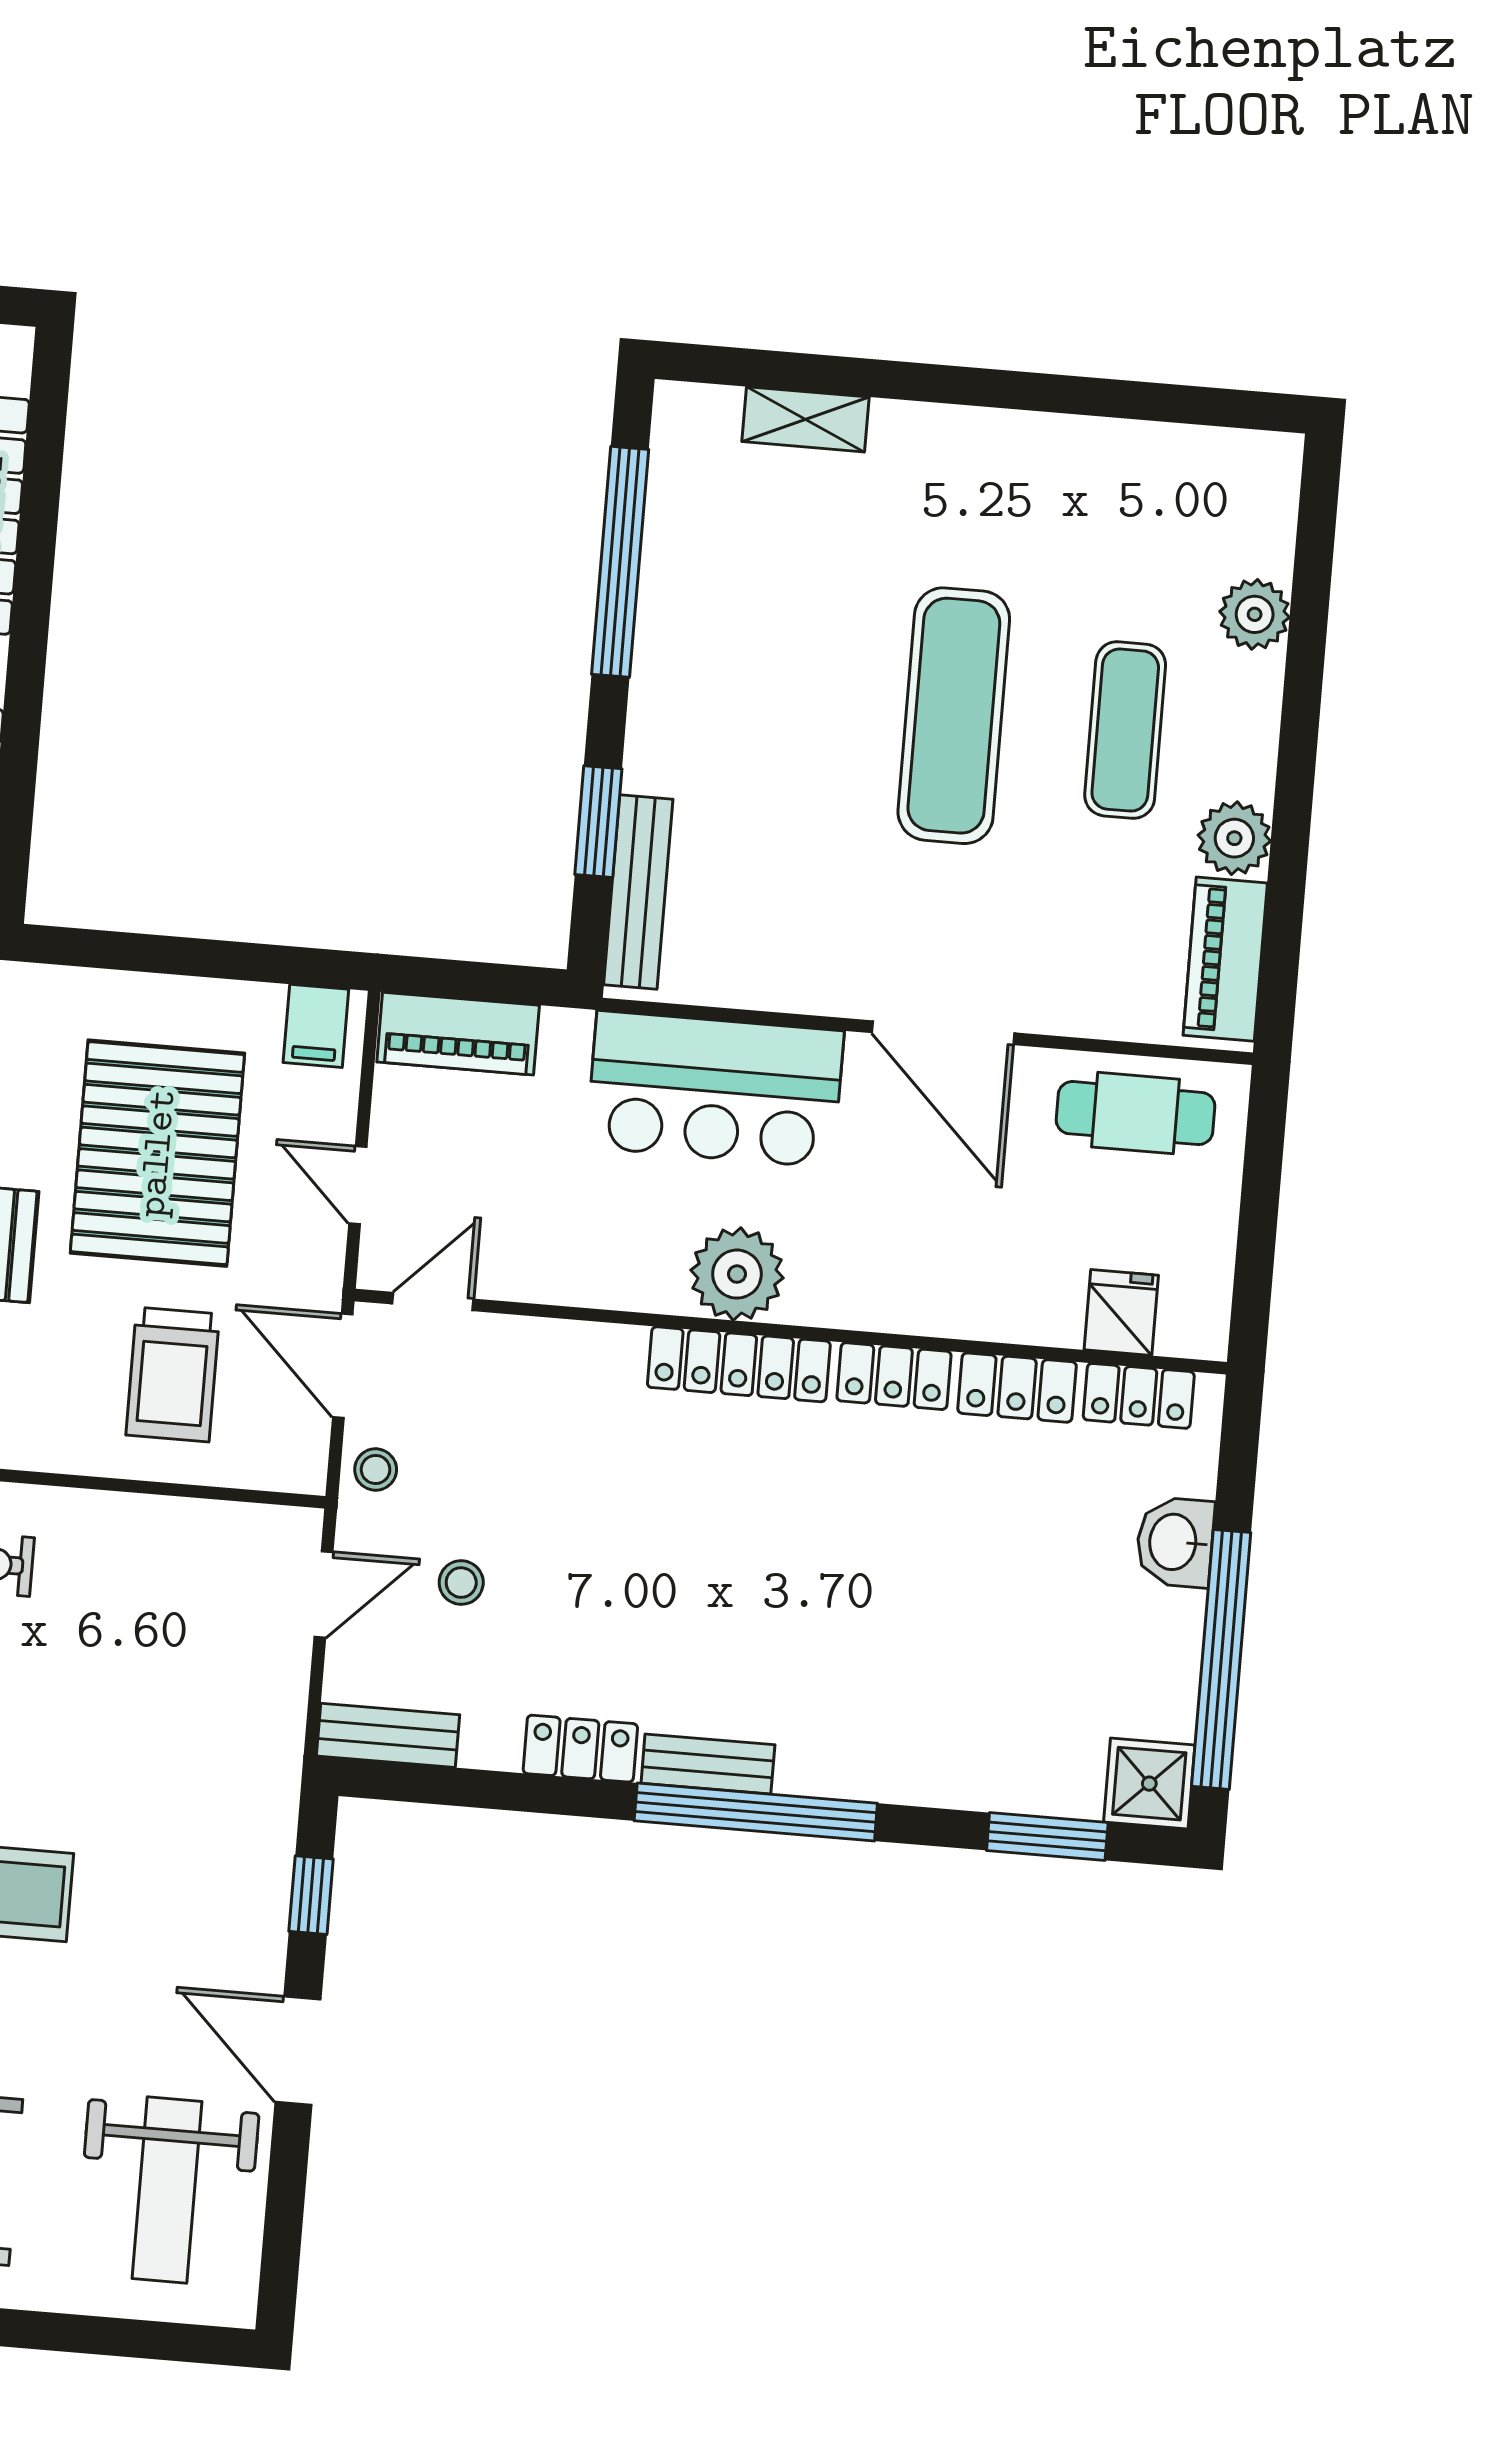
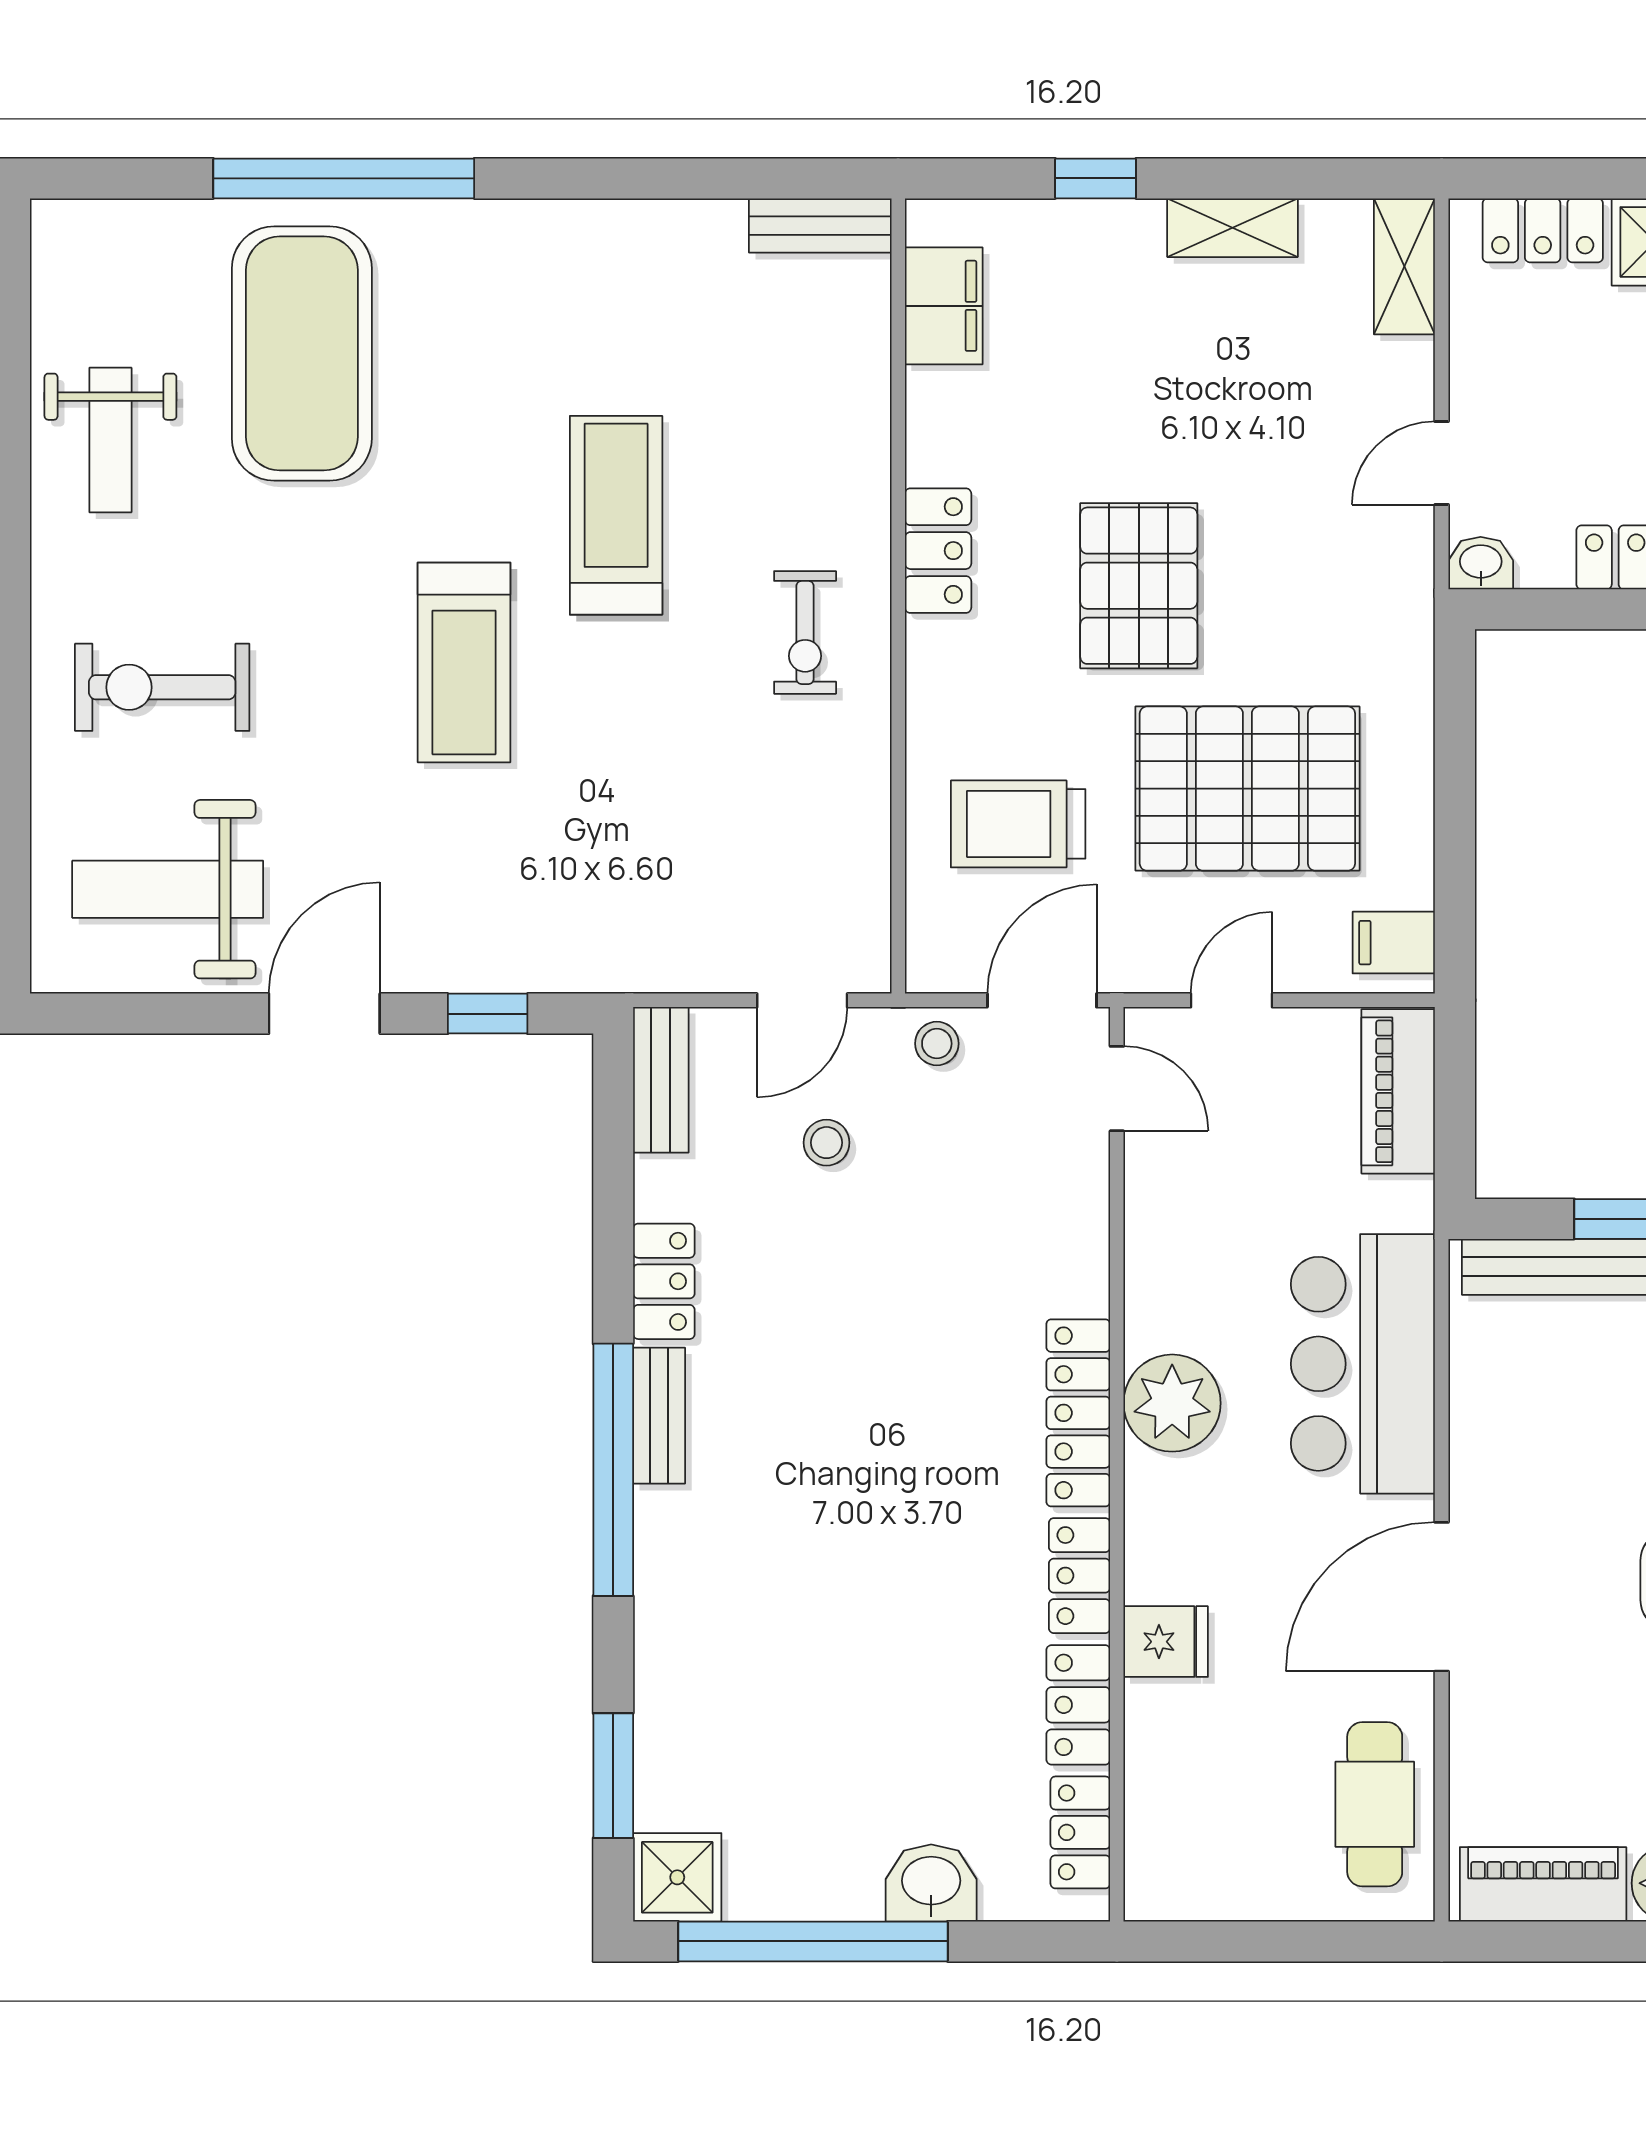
fridge: (1121, 1312) -> (1166, 1642), moved
door: (324, 1594) -> (802, 1000), hinge flipped

